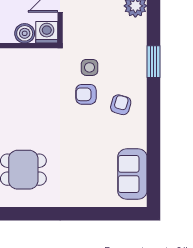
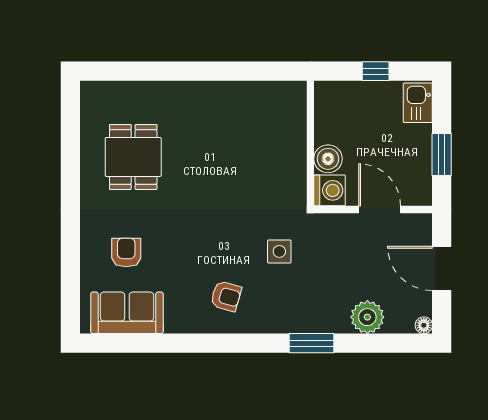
window: (154, 62) -> (312, 343), moved
armchair: (86, 94) -> (126, 252), moved

